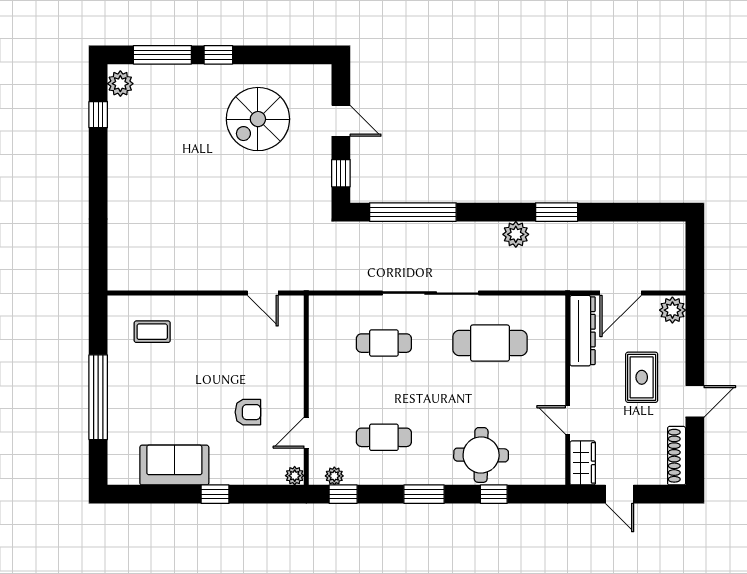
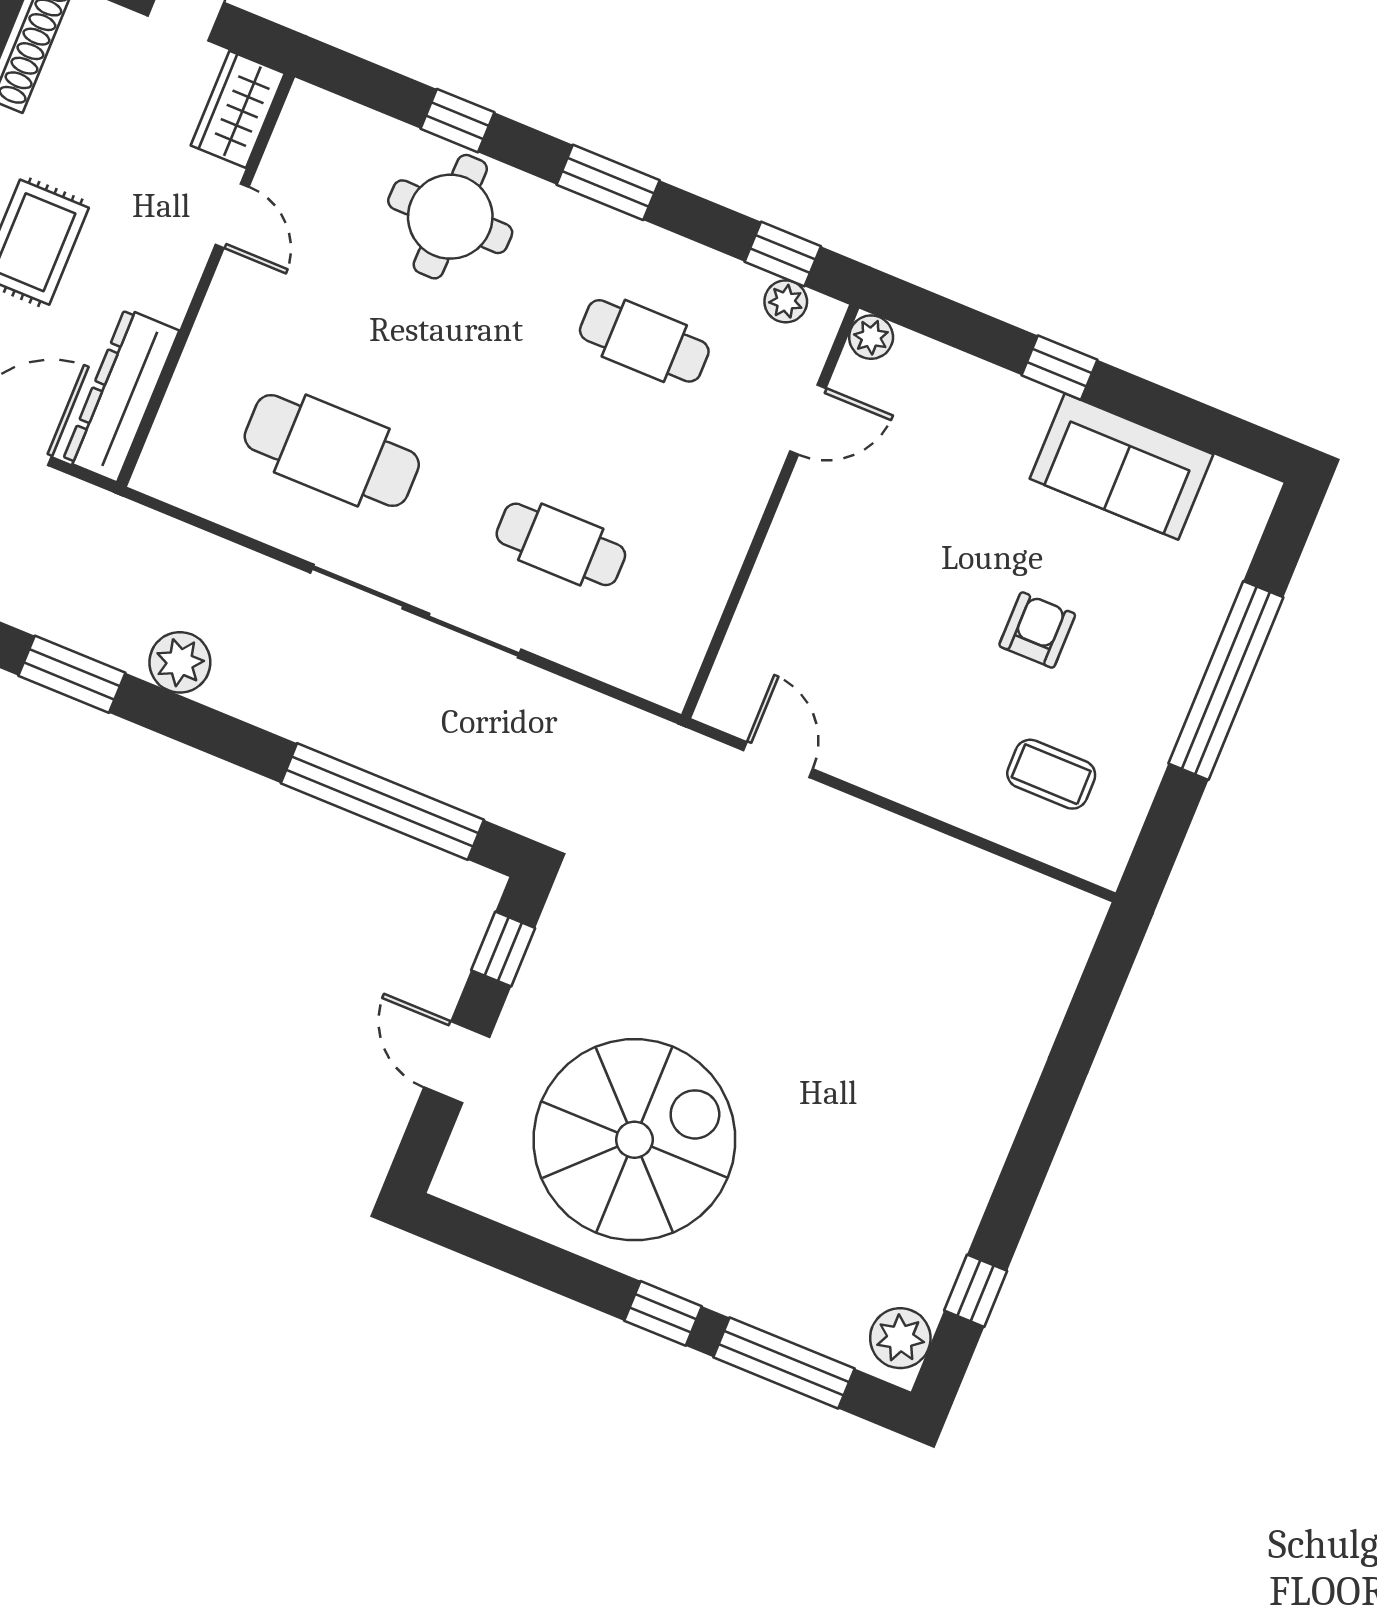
spiral stairs: (258, 119) -> (634, 1140), width x1.37, depth x1.37
armchair: (248, 412) -> (1037, 630), moved, turned 90

